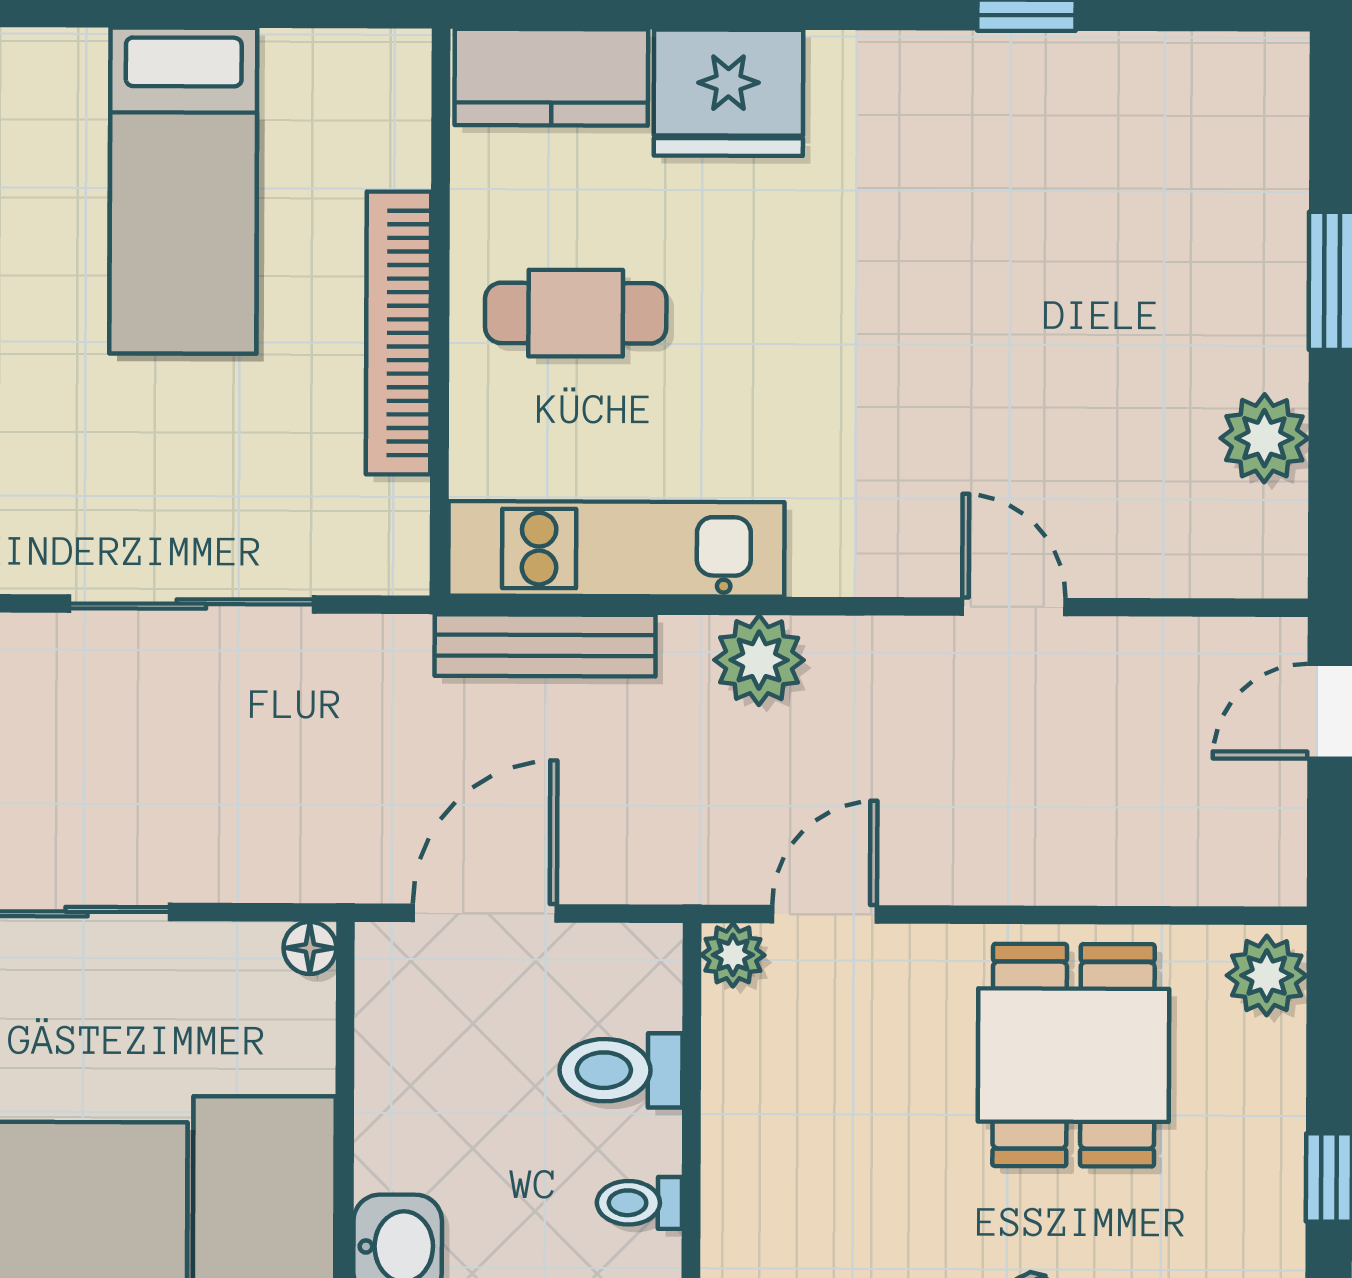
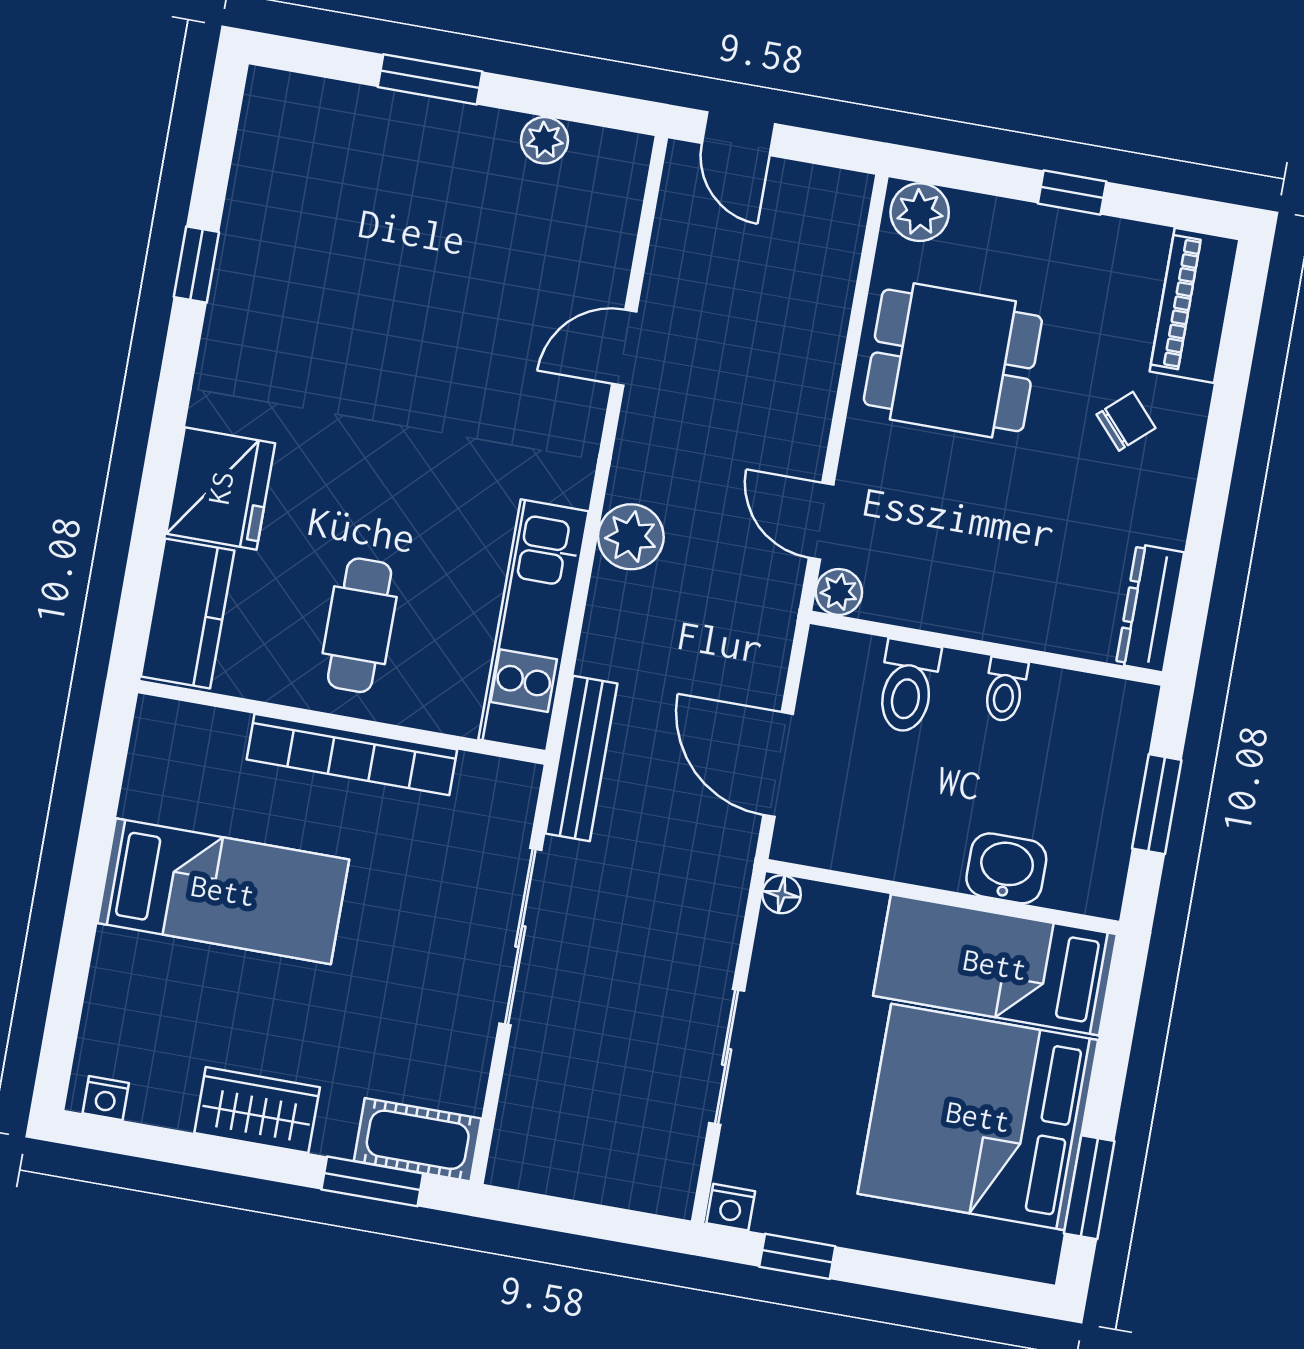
plant: (1264, 438) -> (545, 140), width x0.73, depth x0.73
bench: (545, 645) -> (581, 759), moved

